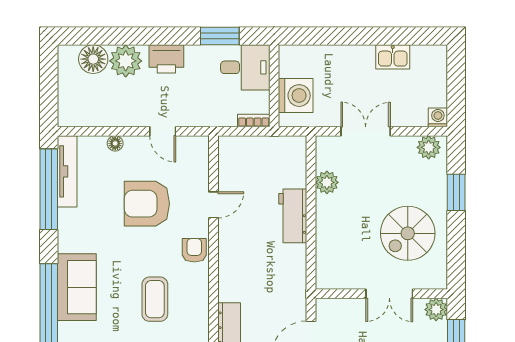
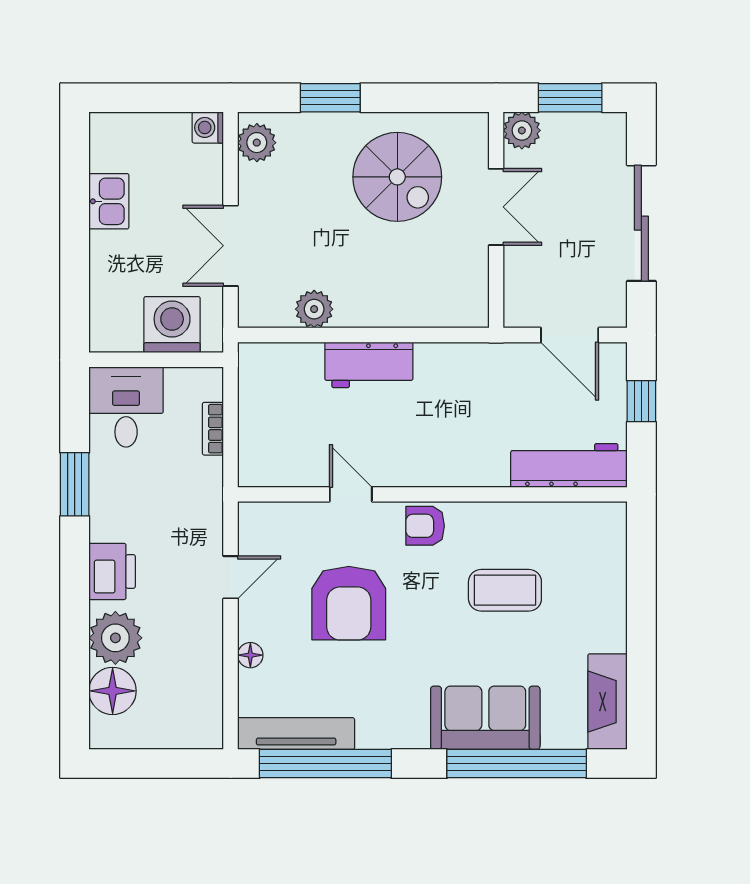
desk: (245, 67) -> (126, 407), moved
wall: (274, 86) -> (156, 360), moved
washing machine: (296, 96) -> (172, 325), moved

